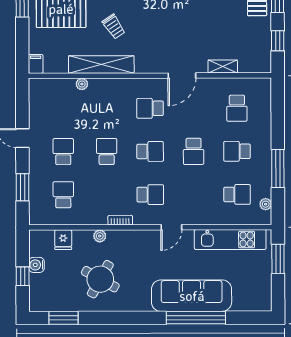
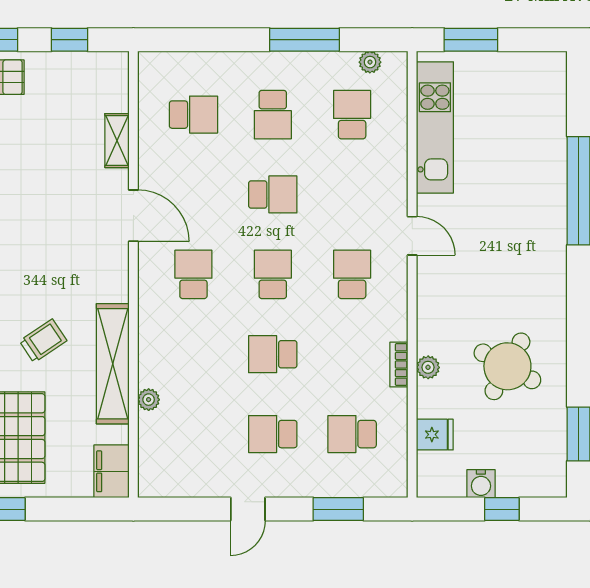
filing cabinet: (36, 64) -> (112, 471), width x2.00
school desk: (150, 108) -> (193, 274), turned 180
bookcase: (120, 220) -> (399, 365), moved
sofa: (192, 296) -> (538, 199), removed

